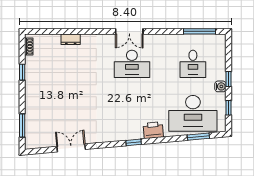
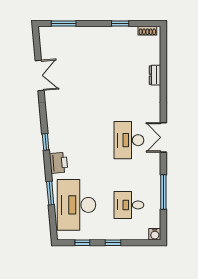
window: (199, 31) -> (163, 192), moved
water cooler: (220, 86) -> (155, 234), moved
window: (198, 137) -> (50, 193), moved

